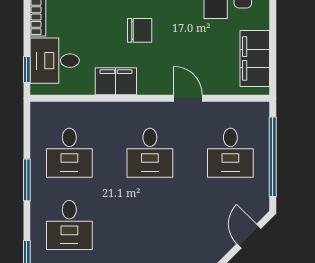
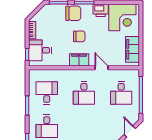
filing cabinet: (116, 81) -> (79, 60), moved
desk: (69, 153) -> (47, 93), turned 180

